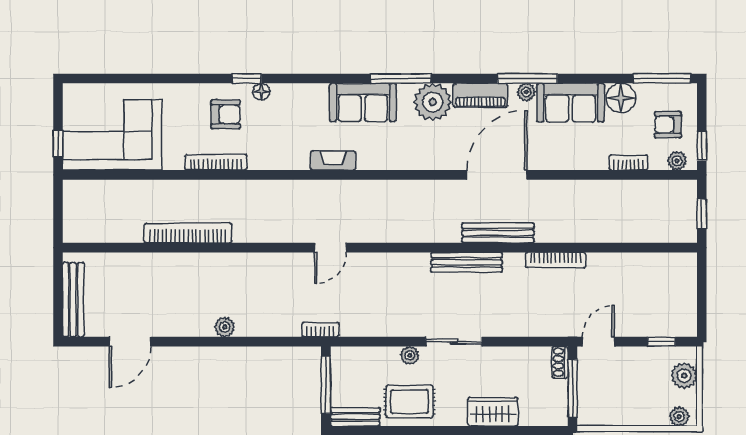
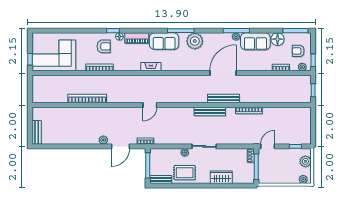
piano: (480, 95) -> (137, 38), moved
bench: (73, 300) -> (37, 132), width x0.73
door: (130, 342) -> (120, 146), moved

